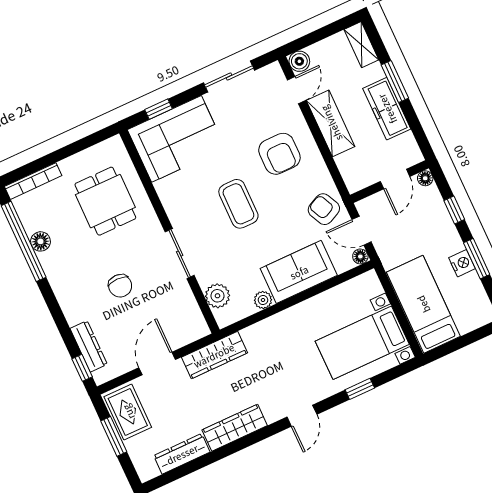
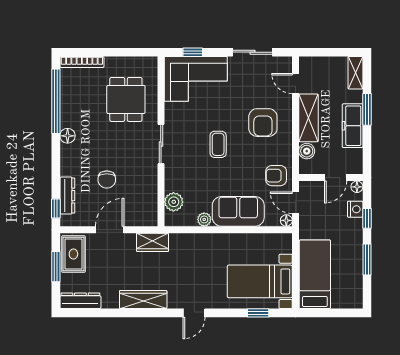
boiler: (299, 61) -> (307, 151), moved
door: (297, 90) -> (295, 84), swing flipped
coffee table: (238, 204) -> (218, 144), width x0.73, depth x0.77
armchair: (324, 209) -> (276, 176), turned -64
floor lamp: (40, 241) -> (68, 136), moved
sliding door: (180, 254) -> (161, 144), moved
nightstand: (462, 263) -> (355, 209), moved
chair: (120, 286) -> (107, 179), moved
wardrobe: (214, 355) -> (152, 242), width x0.67
window: (360, 389) -> (258, 313), moved
dresser: (182, 454) -> (80, 301), moved

